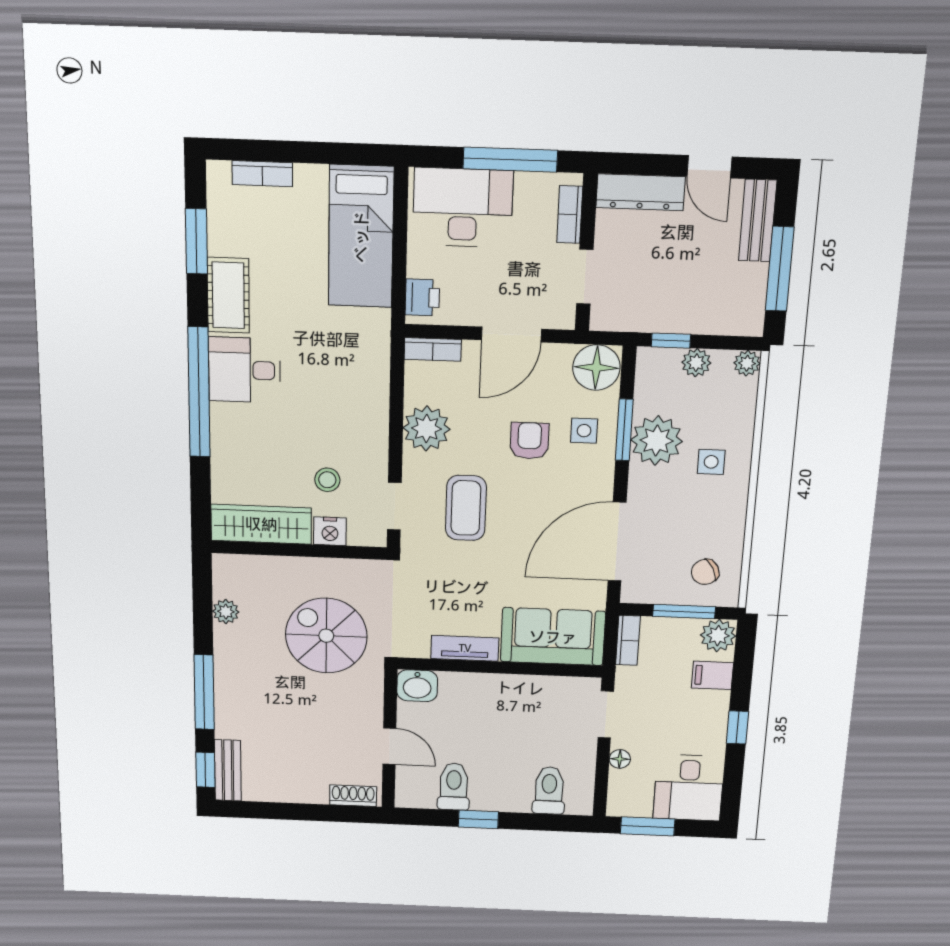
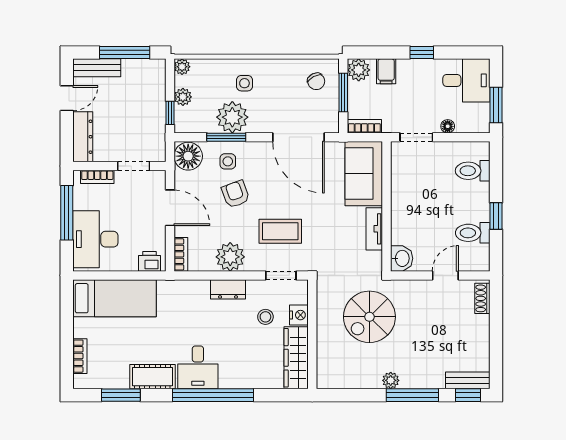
dresser: (373, 423) -> (228, 289), added
armchair: (529, 441) -> (235, 194), turned 70
plant: (226, 612) -> (391, 380), moved

